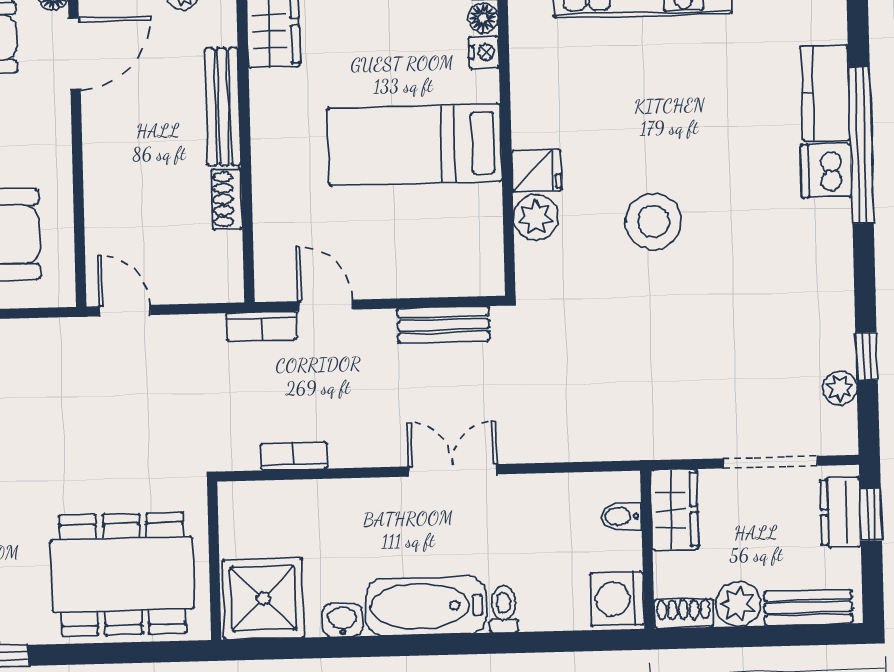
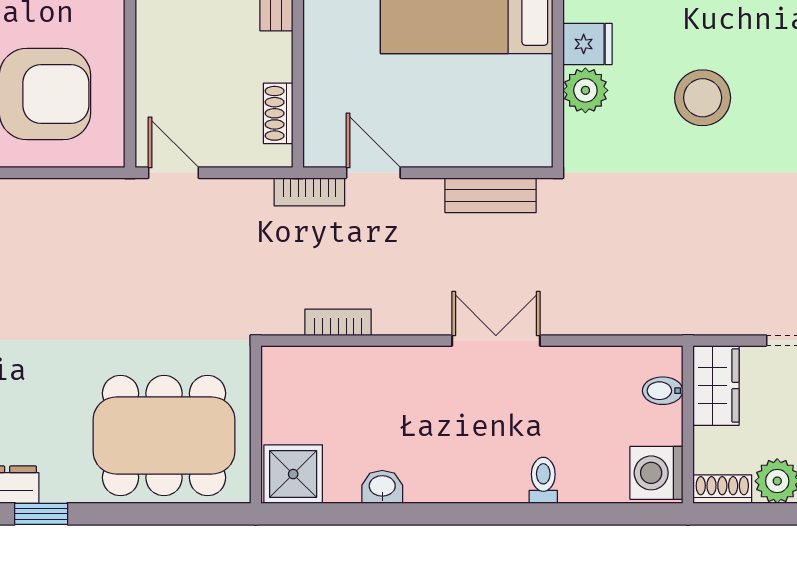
shoe rack: (227, 199) -> (278, 113), moved
shower: (263, 599) -> (293, 474), width x0.73, depth x0.73
bathtub: (426, 606) -> (466, 475), removed

